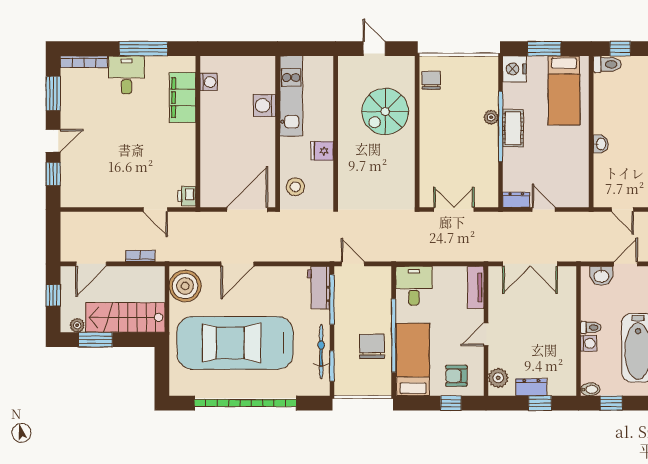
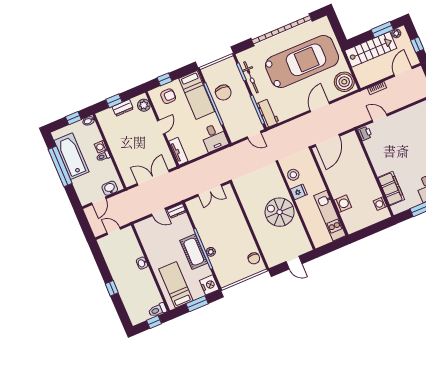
spiral stairs: (385, 112) -> (280, 212), moved, turned -90
cot: (513, 128) -> (194, 252), width x1.37, depth x1.34
stool: (295, 187) -> (293, 175), moved

